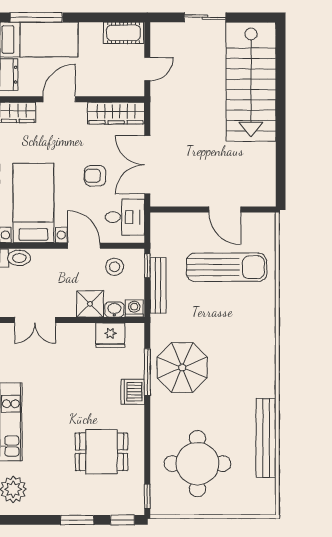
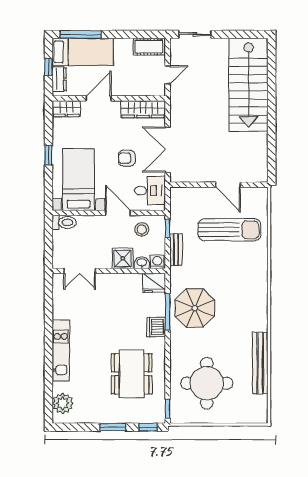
sliding door: (205, 17) -> (195, 34), moved
bench: (158, 285) -> (176, 250), width x0.73
fridge: (110, 335) -> (154, 283), moved
dining table: (101, 452) -> (132, 374), width x1.38

